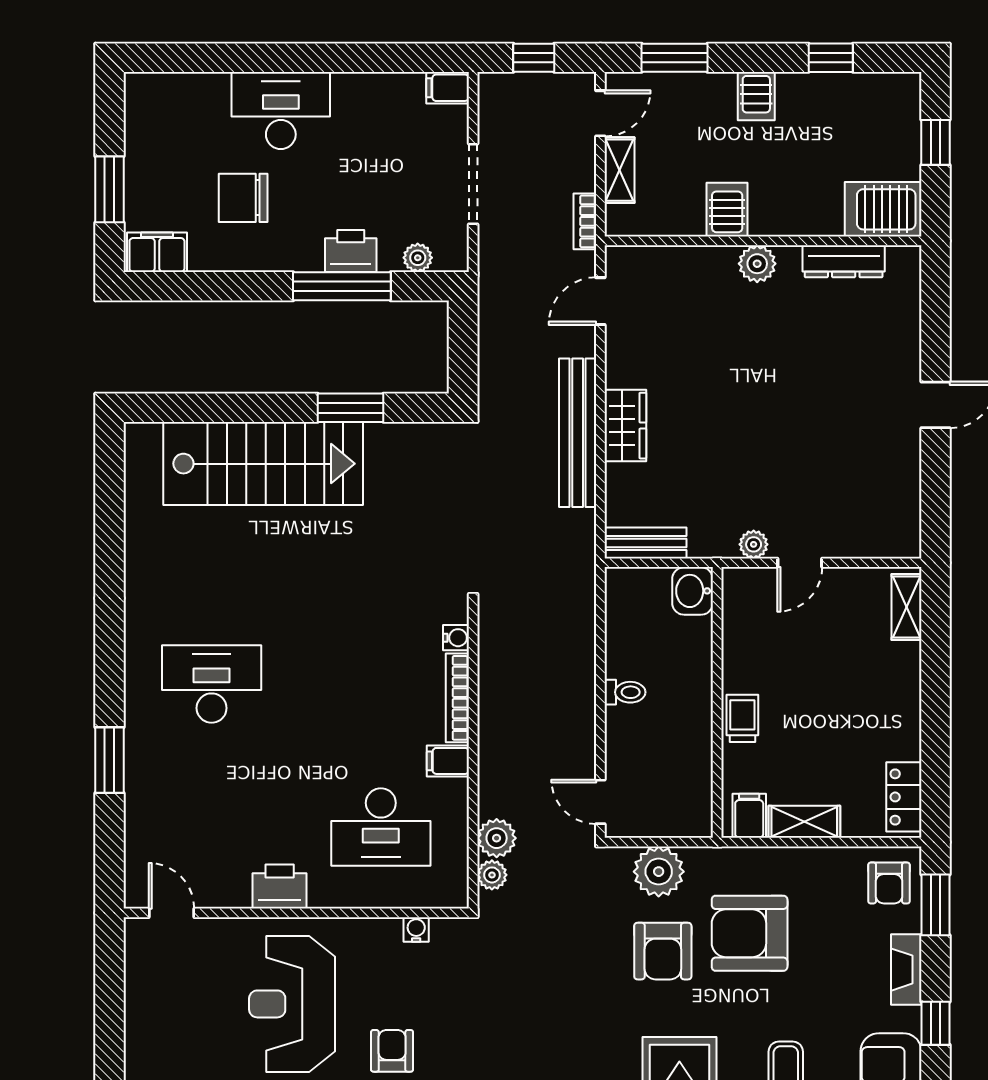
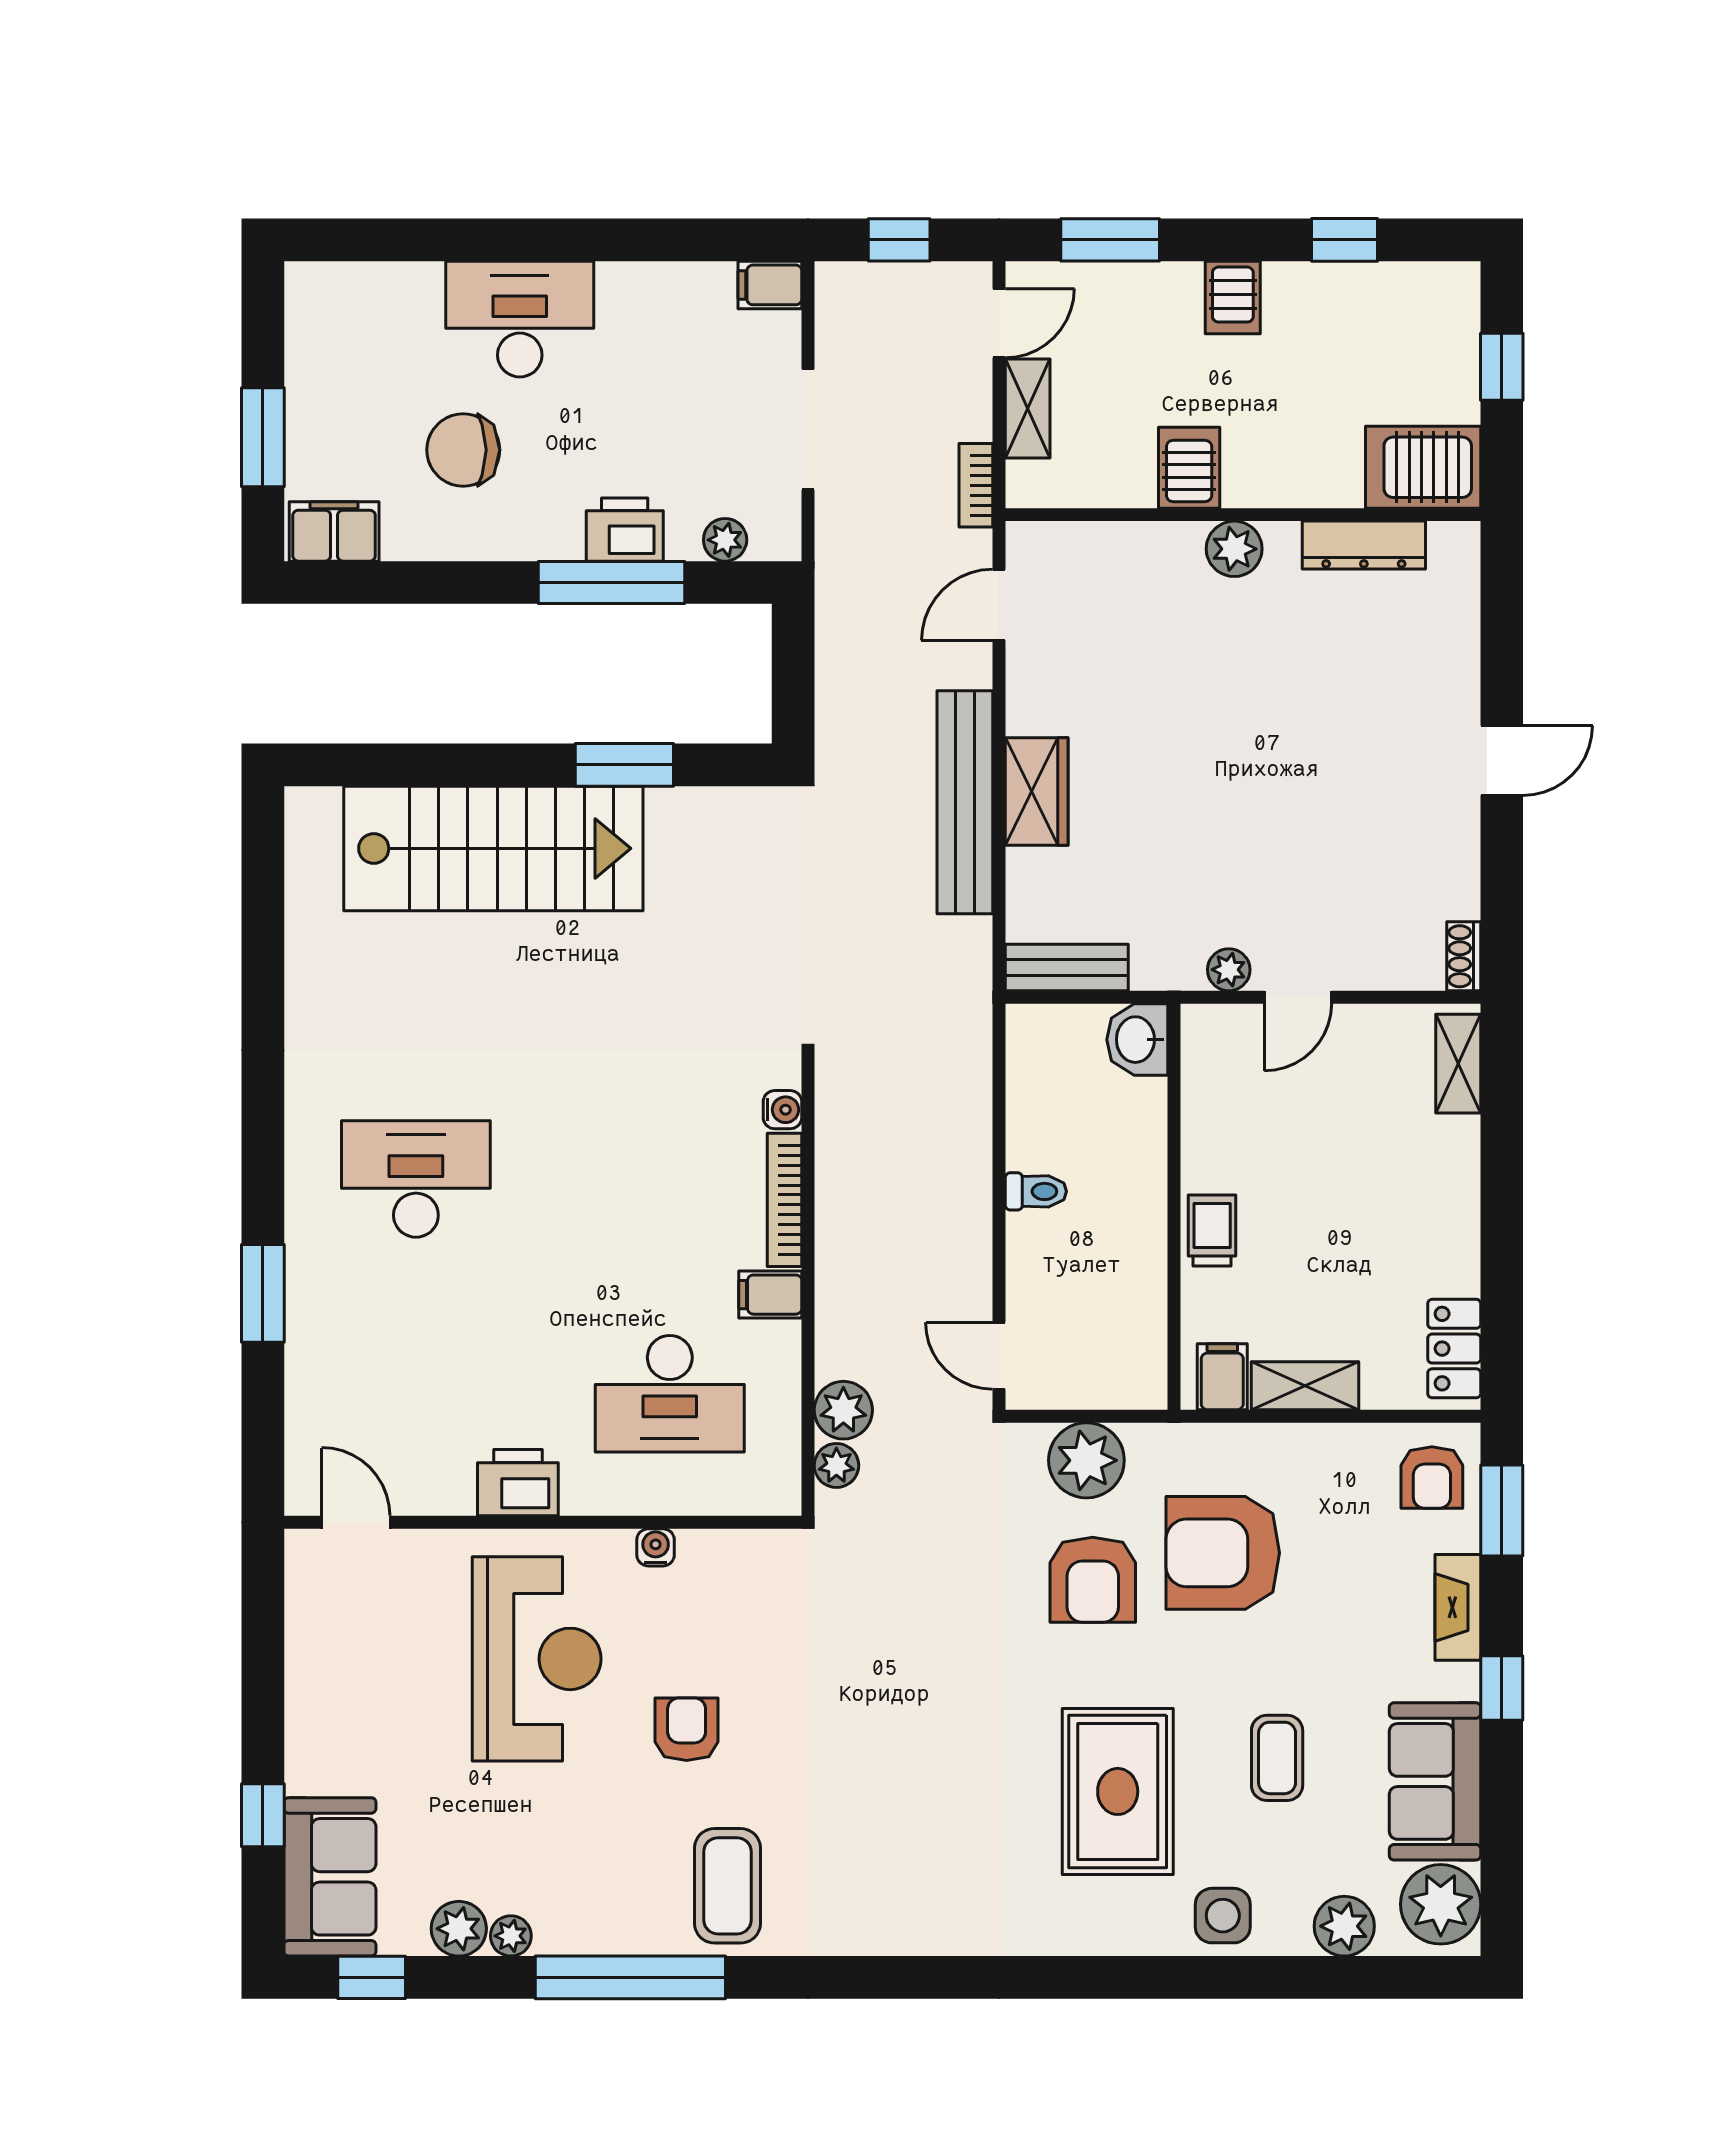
shoe rack: (910, 535) -> (1464, 956), added
water cooler: (416, 930) -> (656, 1547), moved
reception desk: (292, 1004) -> (537, 1659), turned 180

